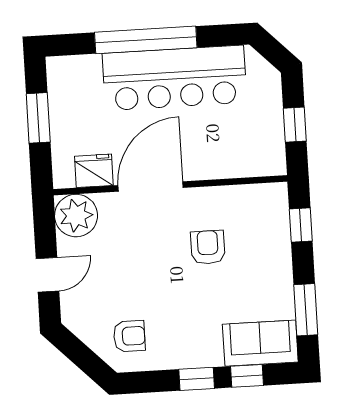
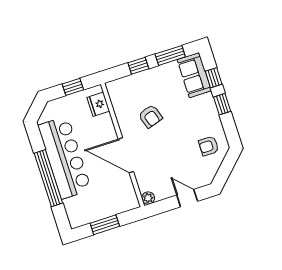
fridge: (94, 171) -> (98, 104), moved
plant: (76, 216) -> (148, 198), width x0.53, depth x0.53
window: (301, 225) -> (138, 66), moved
armchair: (208, 247) -> (150, 116), turned -108
armchair: (129, 336) -> (209, 146), turned -90

